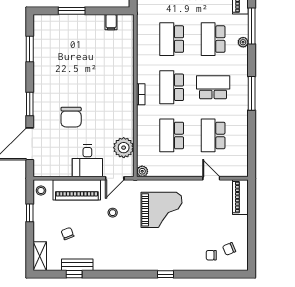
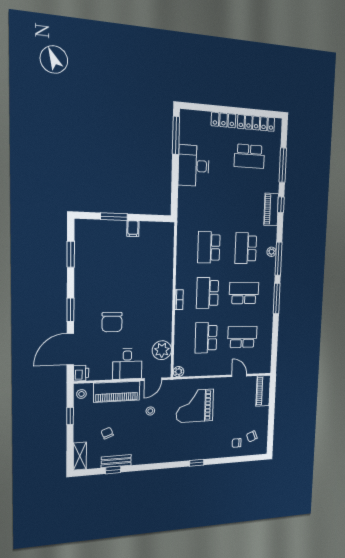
filing cabinet: (111, 22) -> (133, 229), moved
window: (252, 26) -> (278, 259), moved
school desk: (213, 135) -> (242, 337), turned 90
printer: (41, 169) -> (81, 373), added
grand piano: (162, 210) -> (195, 406), turned 180

